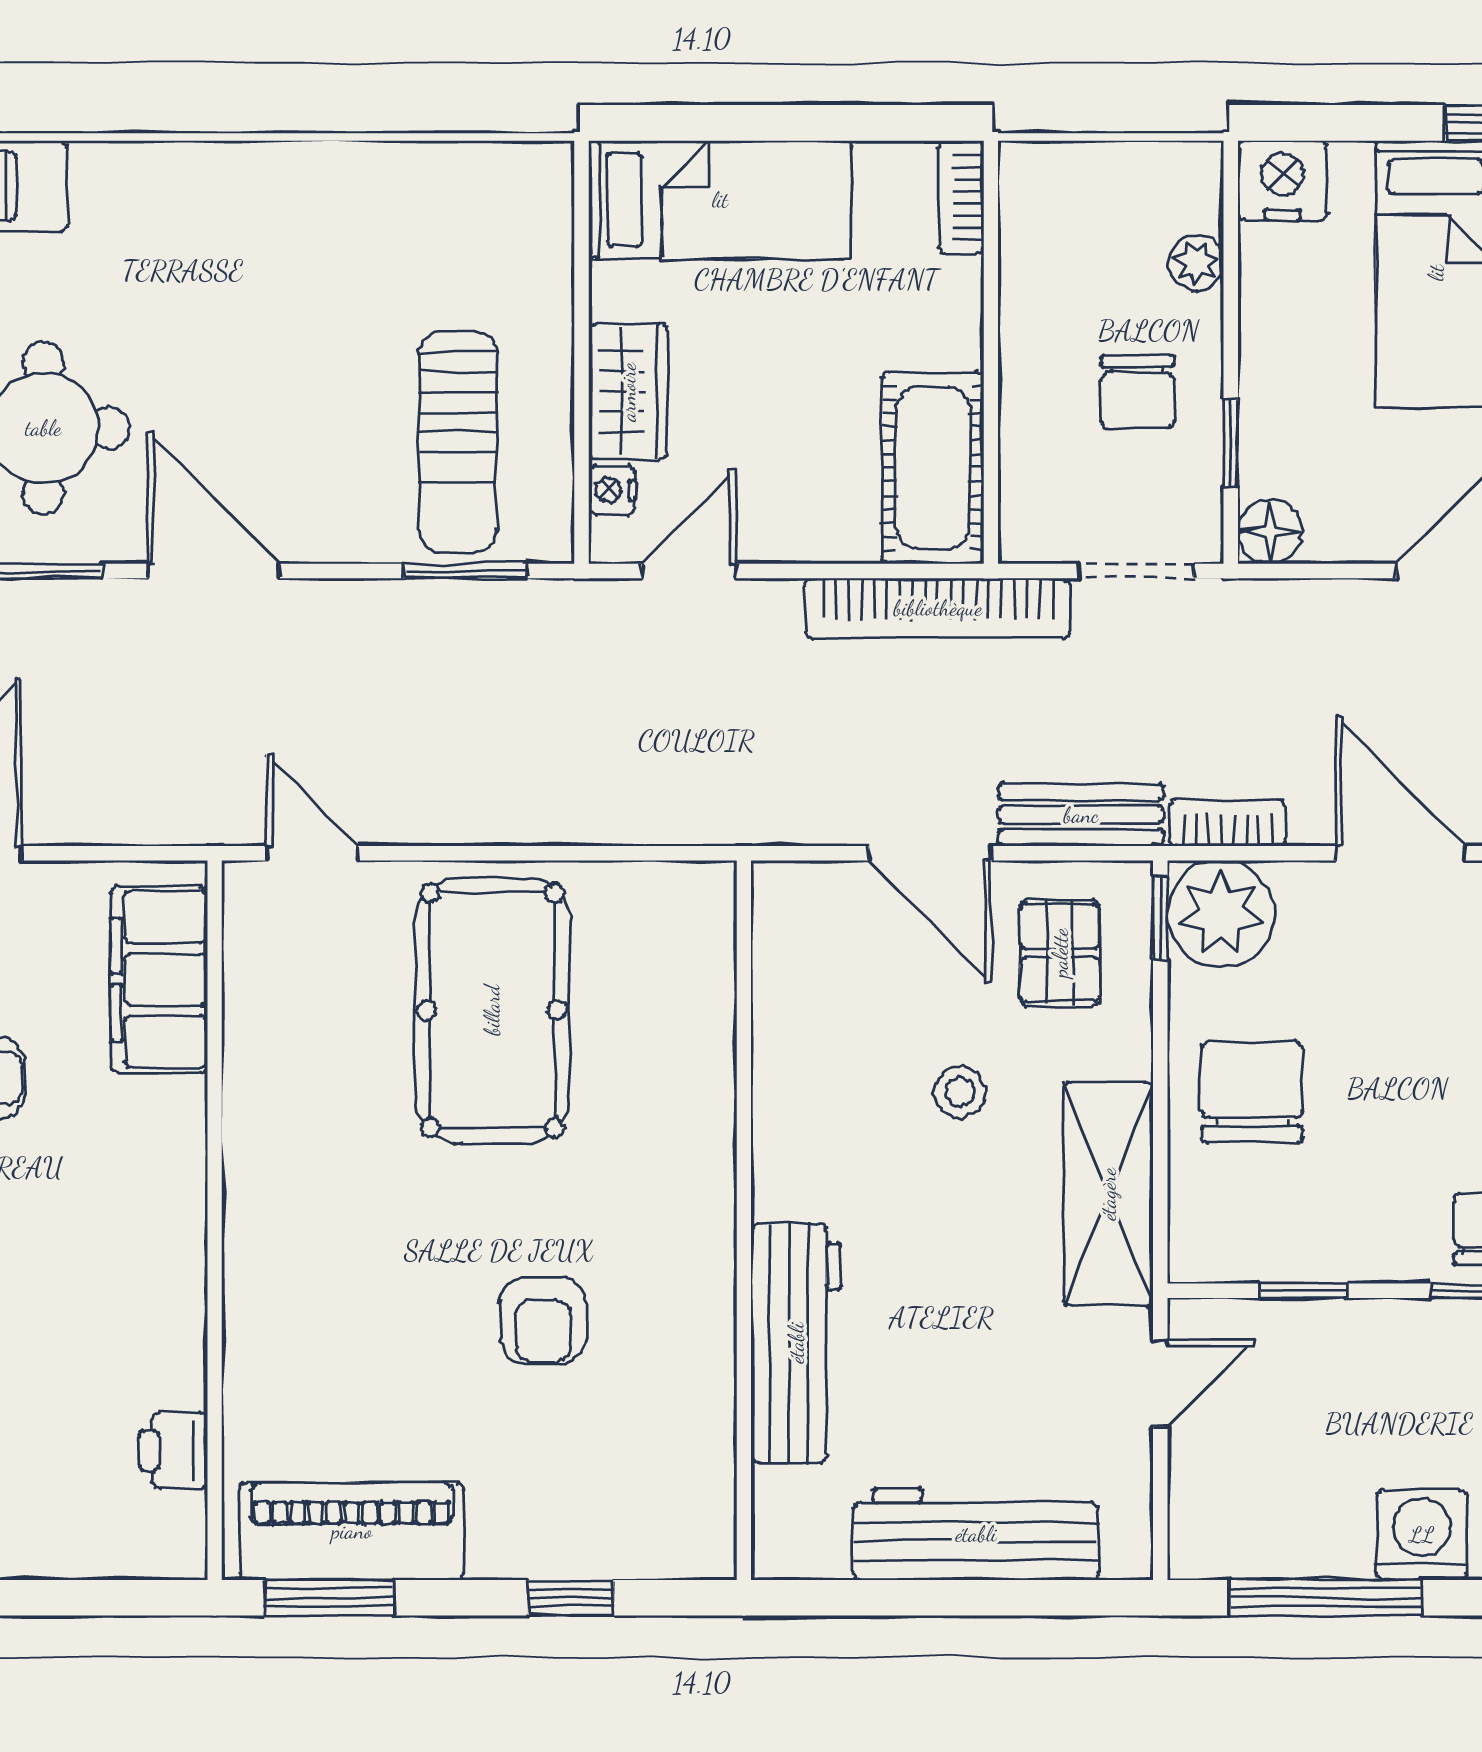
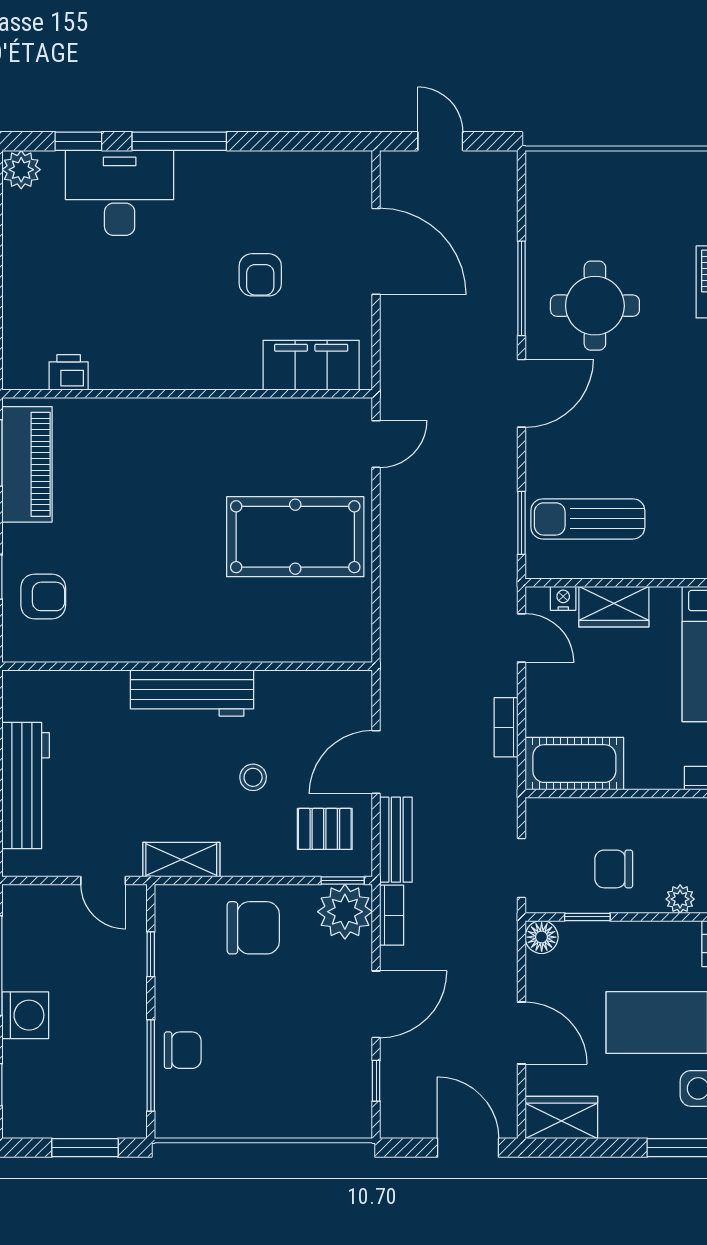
bookcase: (938, 608) -> (506, 727), width x0.43, depth x0.76
shelving: (1108, 1194) -> (181, 860), width x0.67, depth x0.75
armchair: (543, 1320) -> (43, 596), moved, turned 180
workbench: (796, 1343) -> (192, 693), moved

